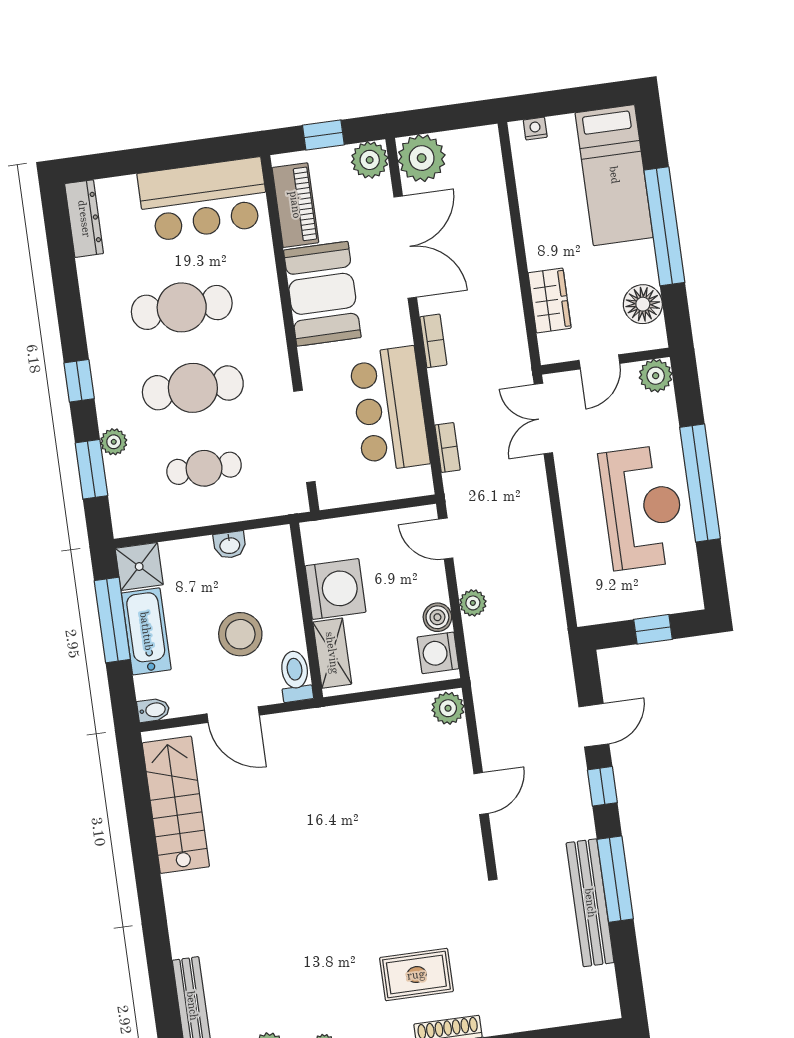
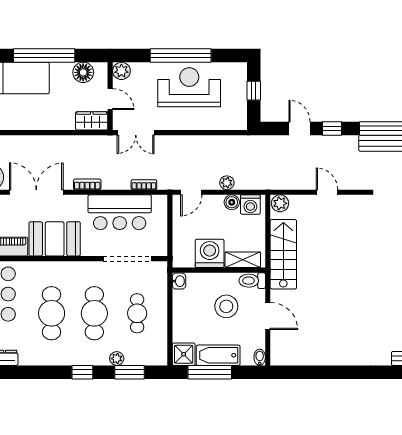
wardrobe: (550, 300) -> (92, 121), moved
washbasin: (230, 545) -> (179, 281), moved
door: (233, 715) -> (268, 316), hinge flipped
stairs: (176, 805) -> (283, 254), moved, turned 90

